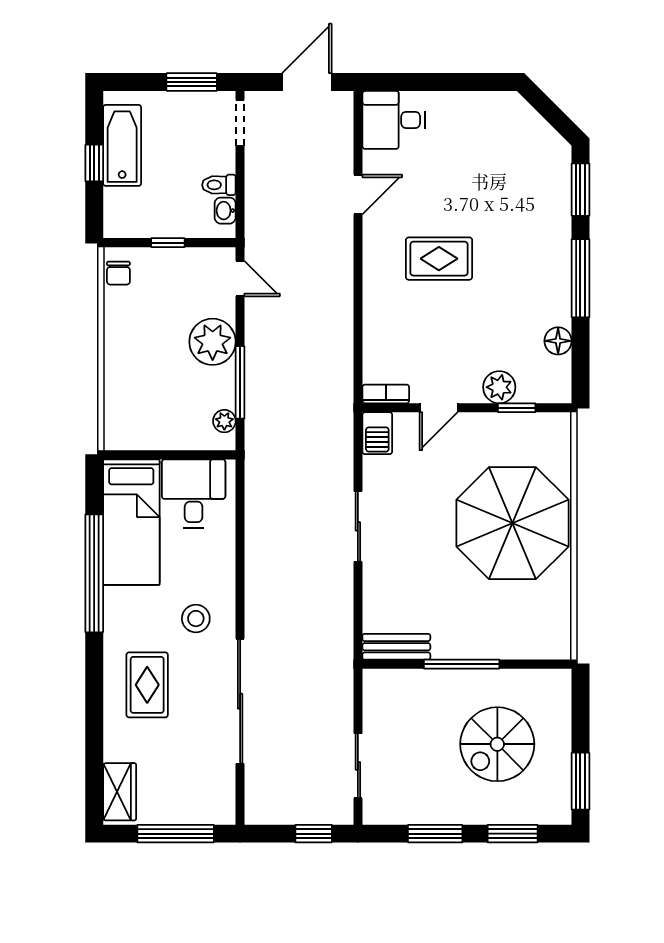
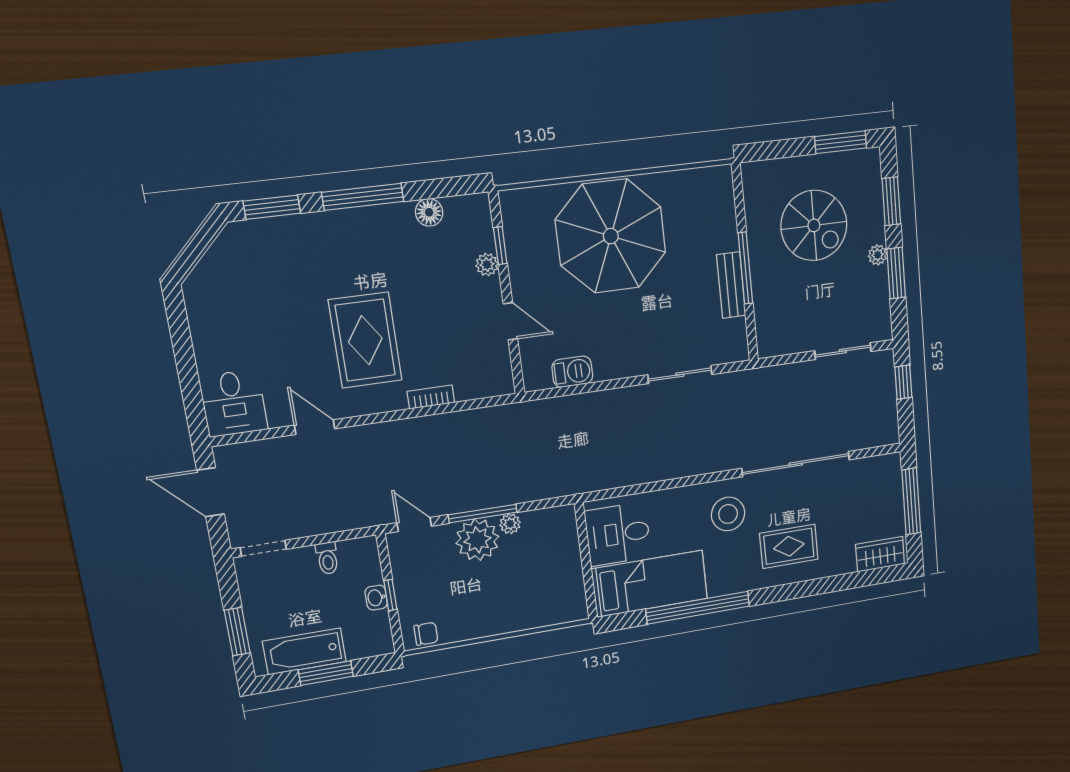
window: (192, 82) -> (237, 632), moved
window: (94, 163) -> (326, 673), width x1.50
washbasin: (225, 211) -> (376, 598), moved, turned 90
rug: (439, 259) -> (365, 340), width x1.36, depth x1.43
door: (240, 279) -> (414, 524), hinge flipped
window: (240, 382) -> (483, 514), moved
plant: (499, 387) -> (487, 265), width x0.73, depth x0.73
bookcase: (386, 394) -> (431, 397), moved, turned 90
plant: (224, 421) -> (510, 524), moved
barbecue: (377, 433) -> (572, 372), moved
sliding door: (358, 526) -> (680, 375), moved
stool: (196, 619) -> (728, 514), width x1.38, depth x1.38
bench: (396, 647) -> (731, 285), moved
plant: (457, 814) -> (878, 255), added

